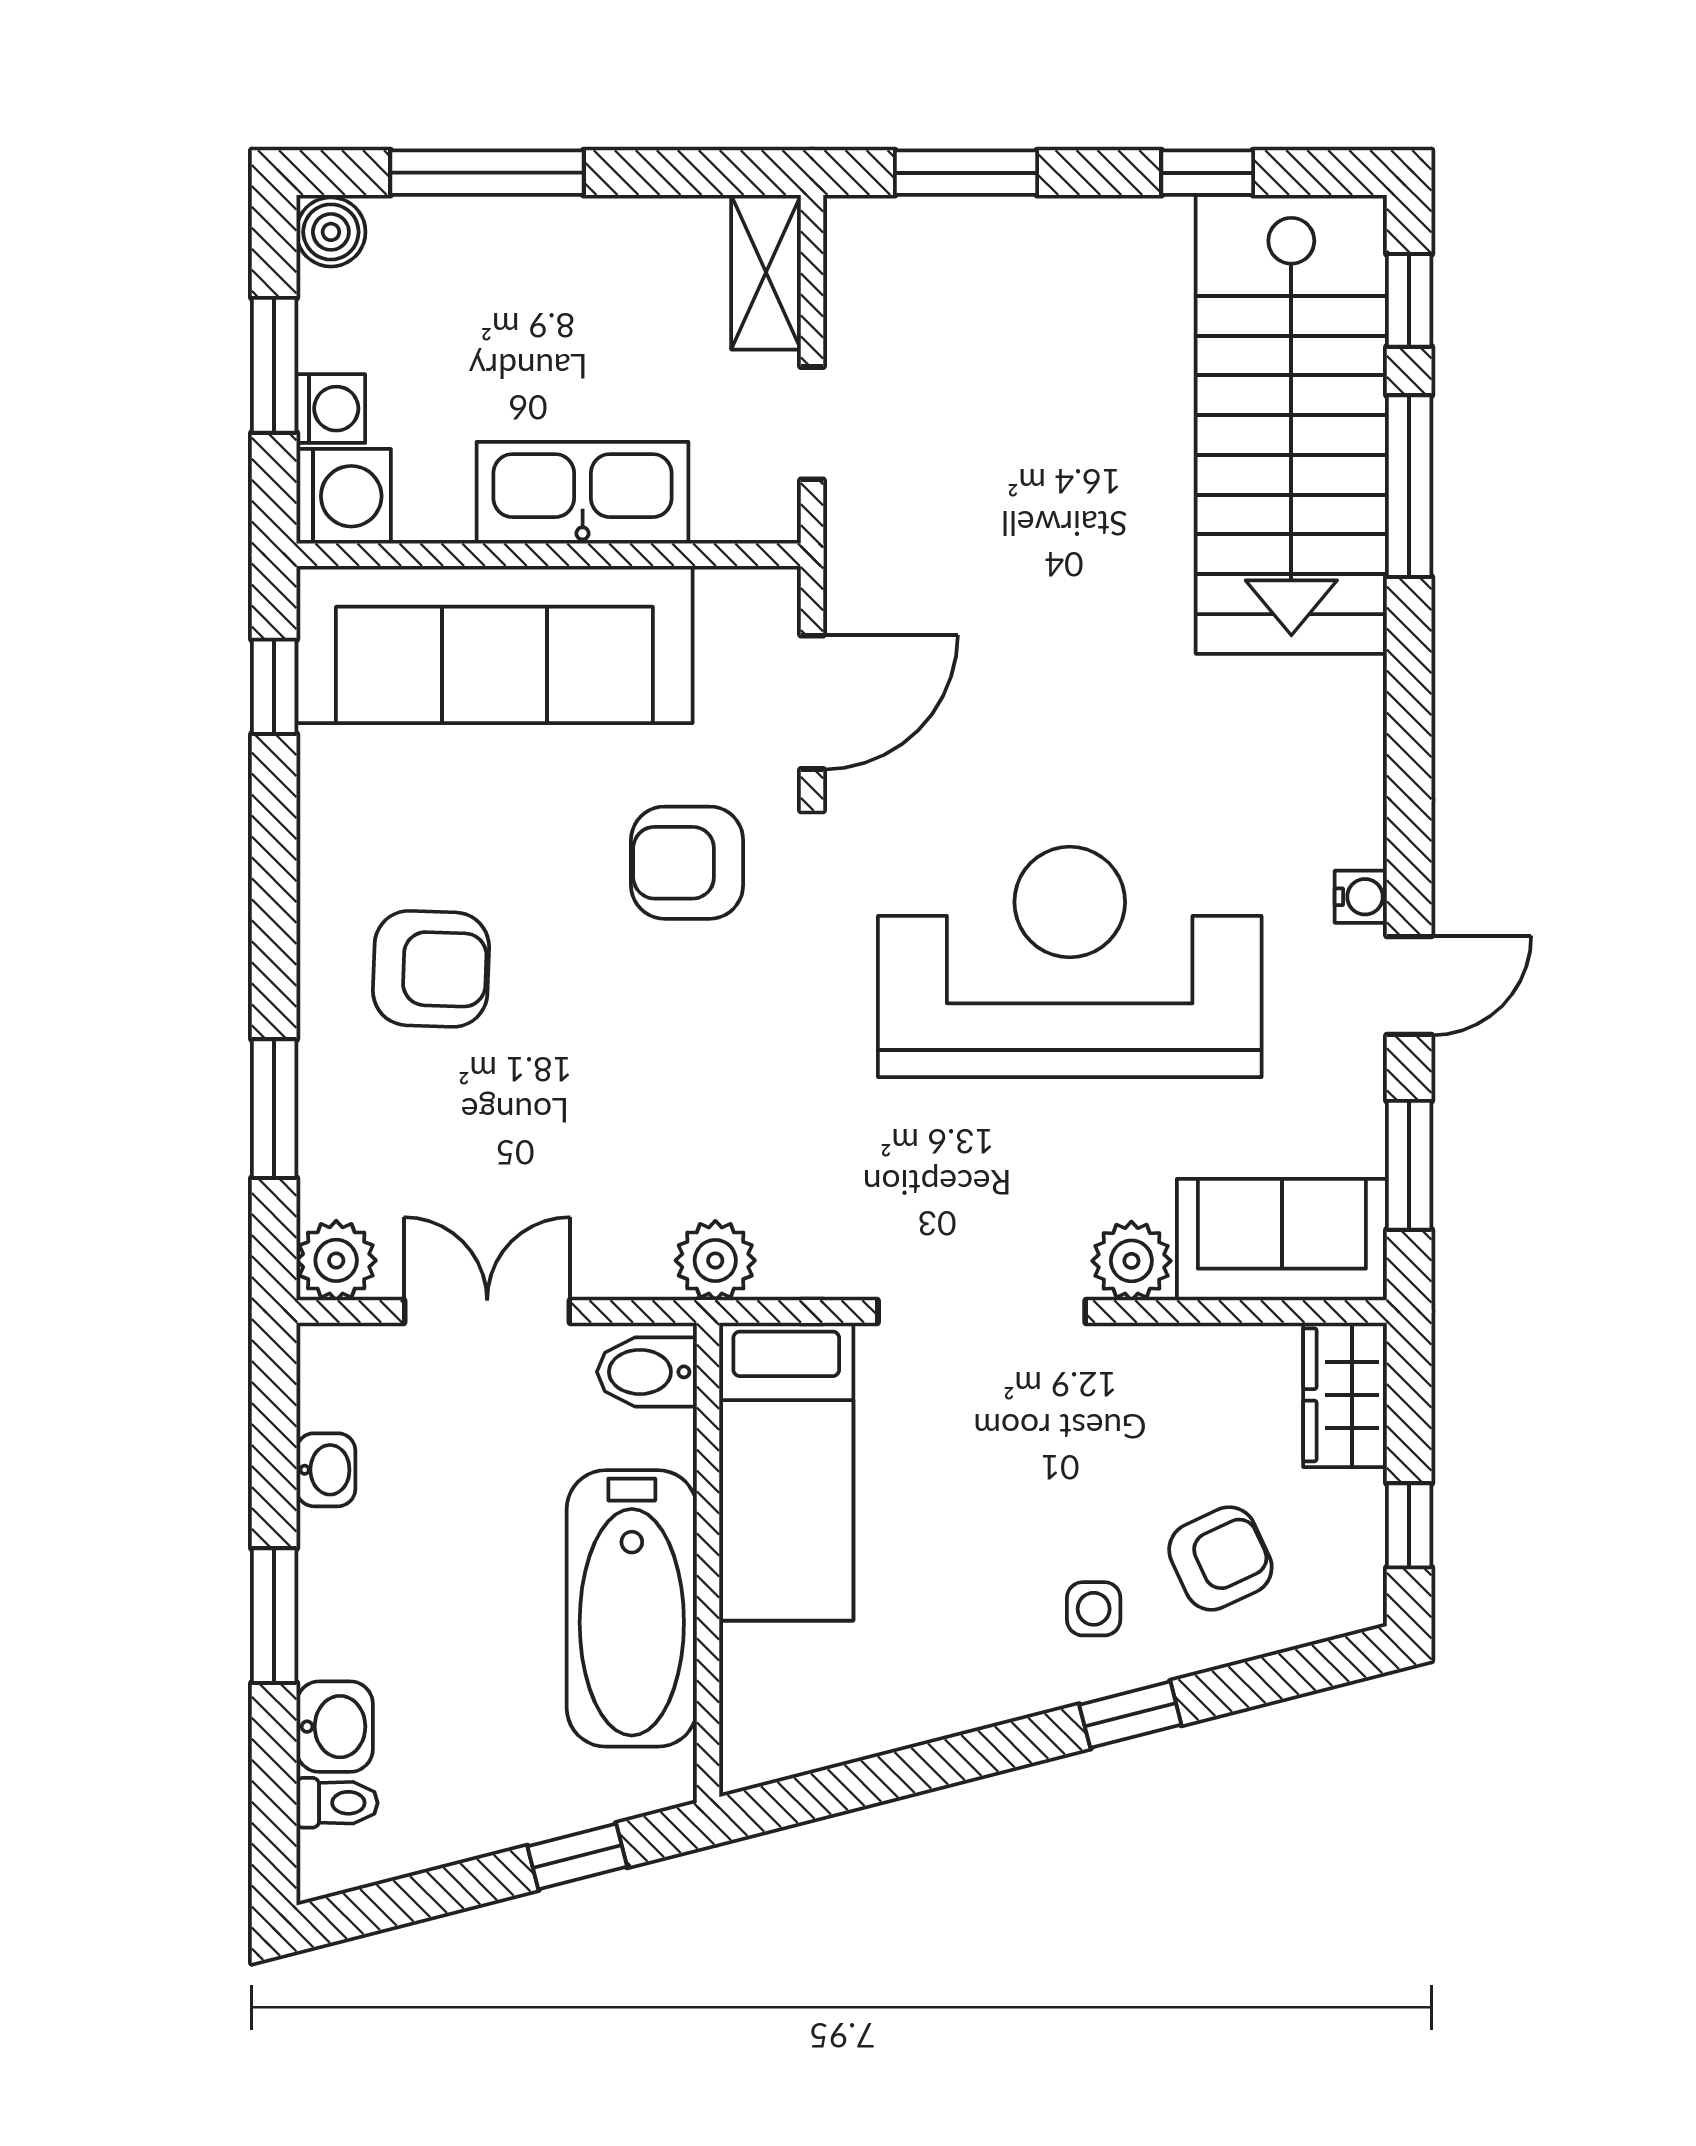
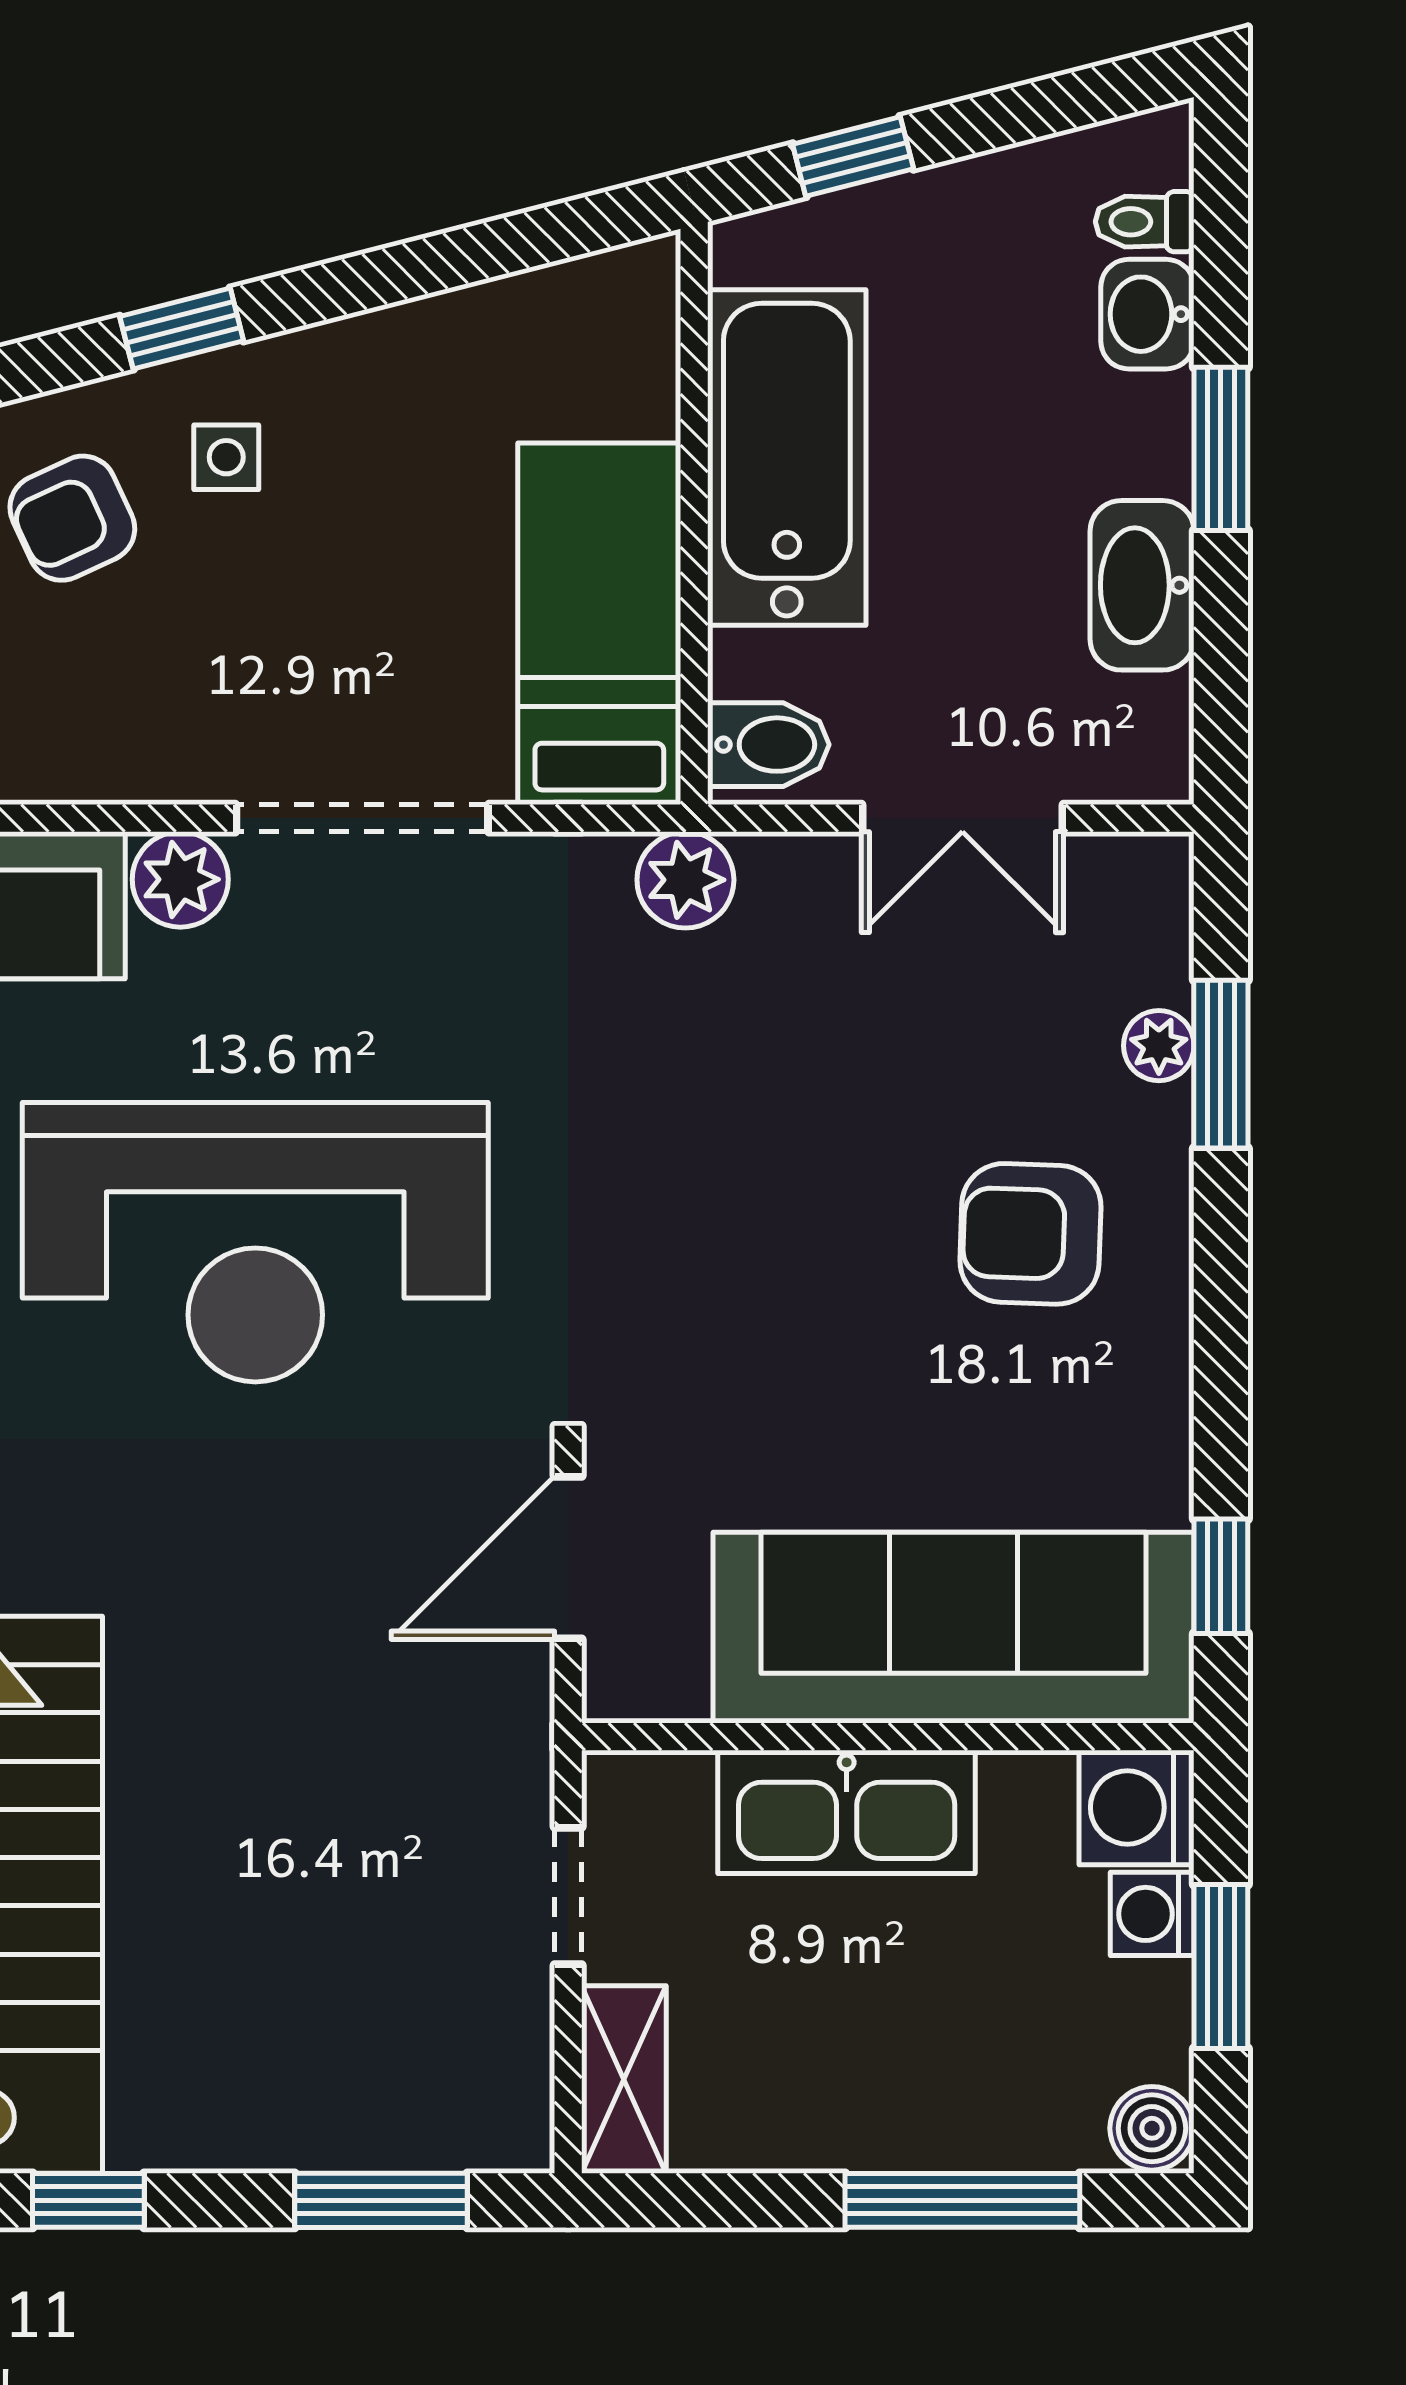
armchair: (687, 863) -> (720, 1363), removed
plant: (336, 1260) -> (1159, 1046), moved, width x0.73, depth x0.73
washbasin: (326, 1470) -> (1142, 585), width x1.91, depth x1.45

